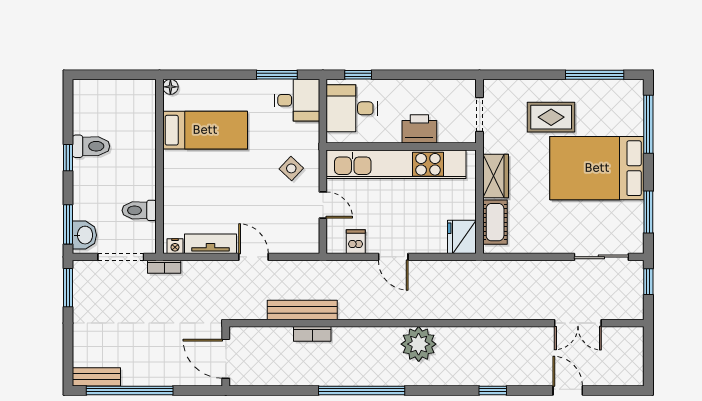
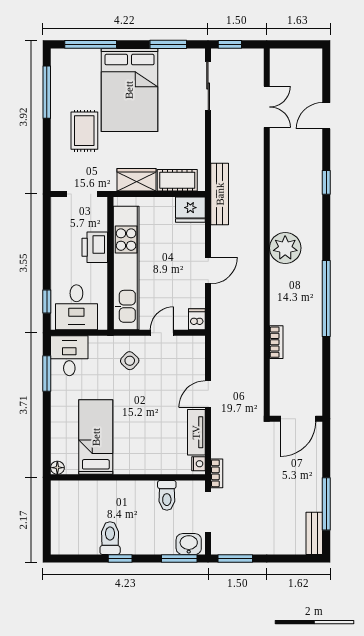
dishwasher: (356, 242) -> (197, 319), moved, turned 90
bench: (302, 310) -> (220, 194), moved
window: (130, 390) -> (326, 504), width x0.68

